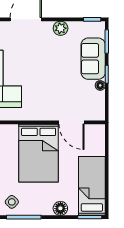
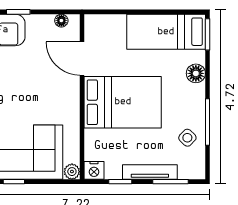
floor lamp: (100, 85) -> (61, 21), moved
door: (72, 122) -> (82, 59), swing flipped

